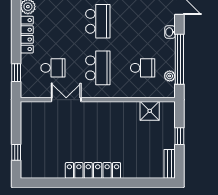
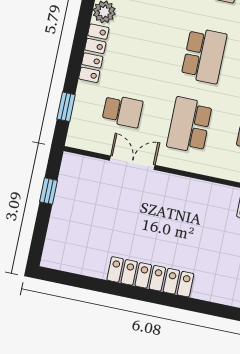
school desk: (98, 68) -> (189, 125), turned 180
window: (16, 152) -> (48, 191), moved

